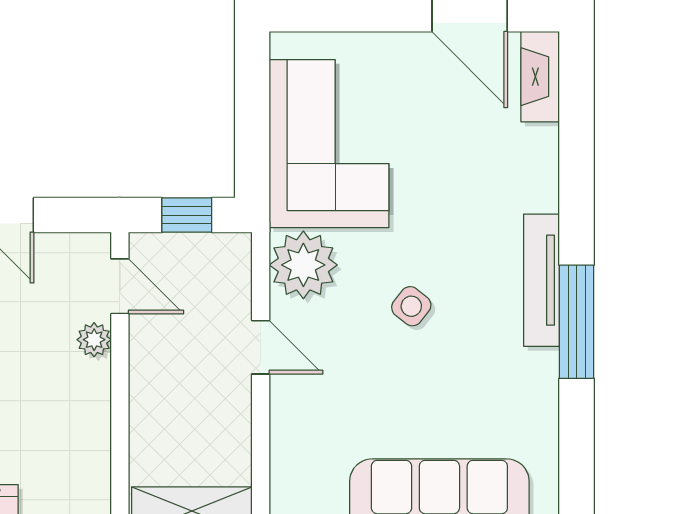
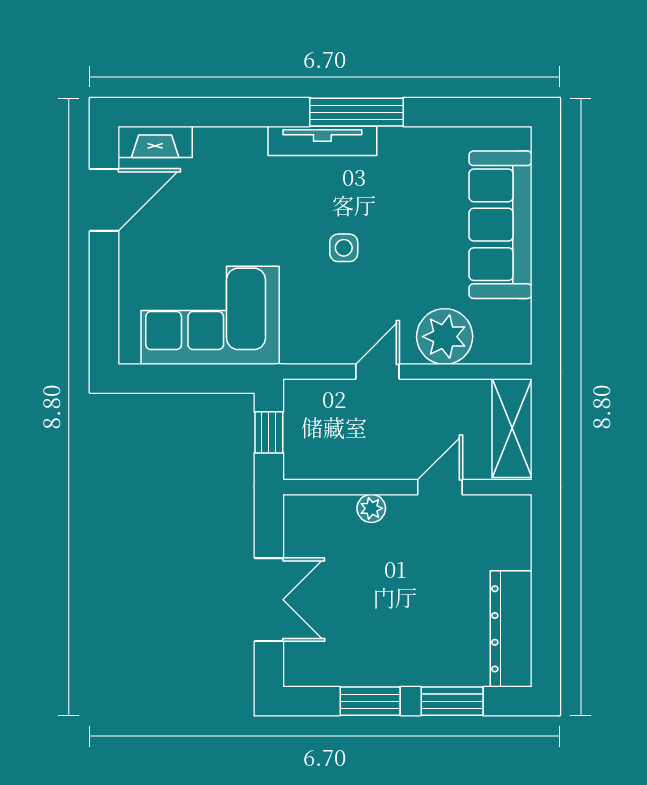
plant: (303, 265) -> (445, 337), moved
door: (120, 286) -> (440, 487), moved
side table: (411, 306) -> (344, 248), turned -38

